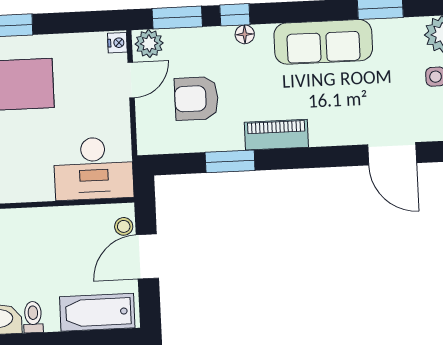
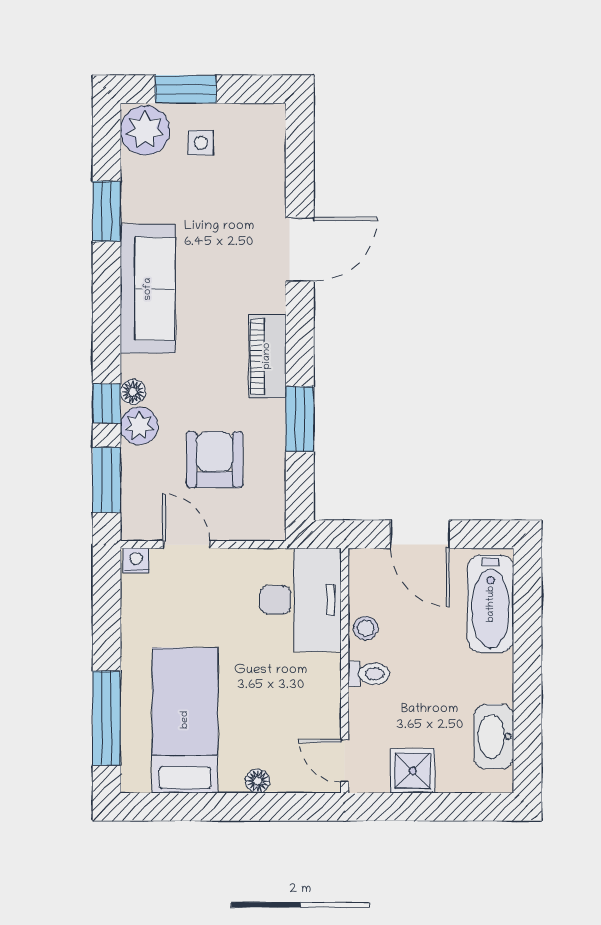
plant: (149, 44) -> (139, 426), moved
armchair: (196, 99) -> (215, 460), turned 180
door: (392, 154) -> (300, 249), moved
stool: (124, 226) -> (366, 628), moved
toilet: (33, 317) -> (369, 674), moved, turned 180

